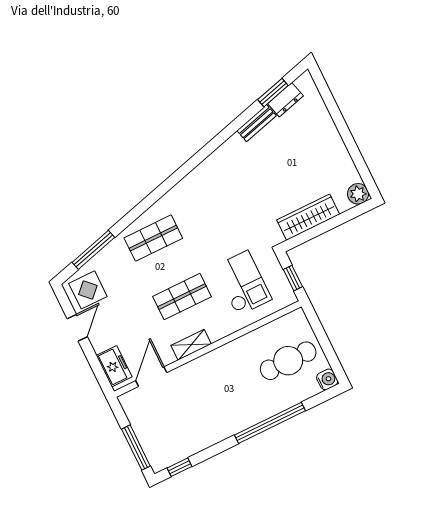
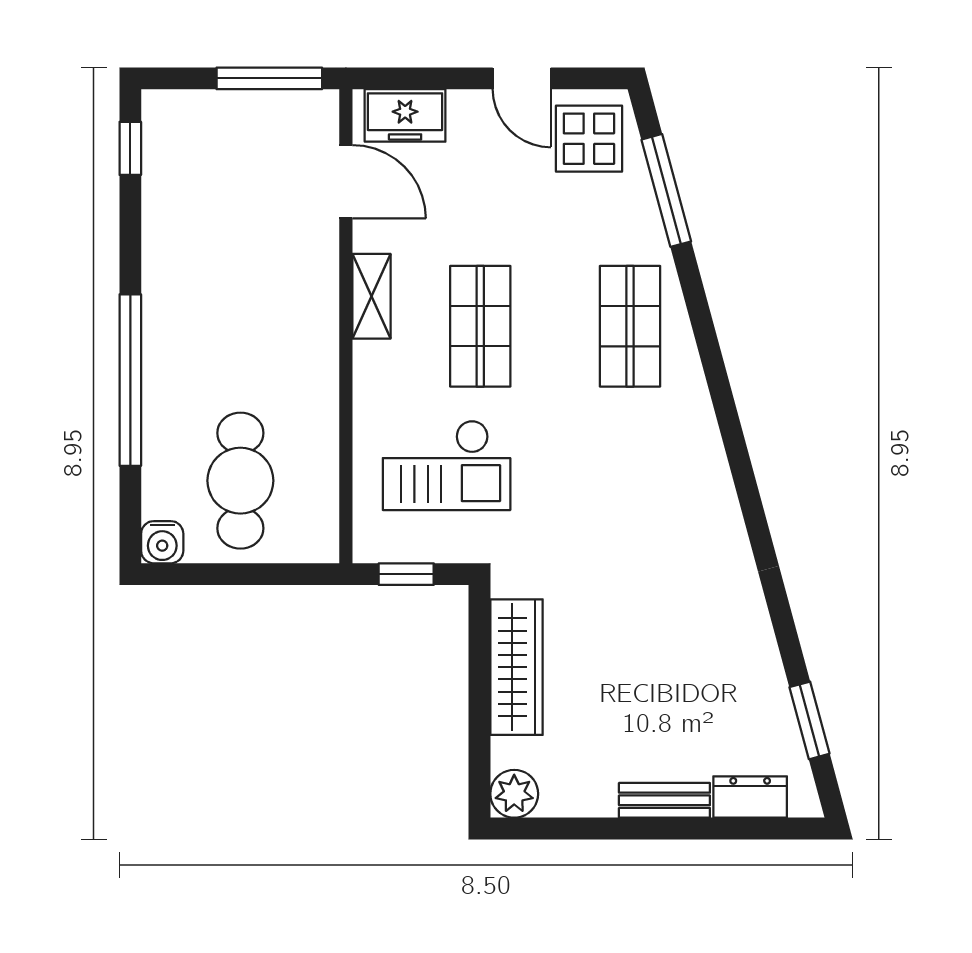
dresser: (286, 100) -> (750, 797), moved, turned 105
bench: (257, 123) -> (664, 800), moved, turned -75
window: (136, 448) -> (269, 78), moved

